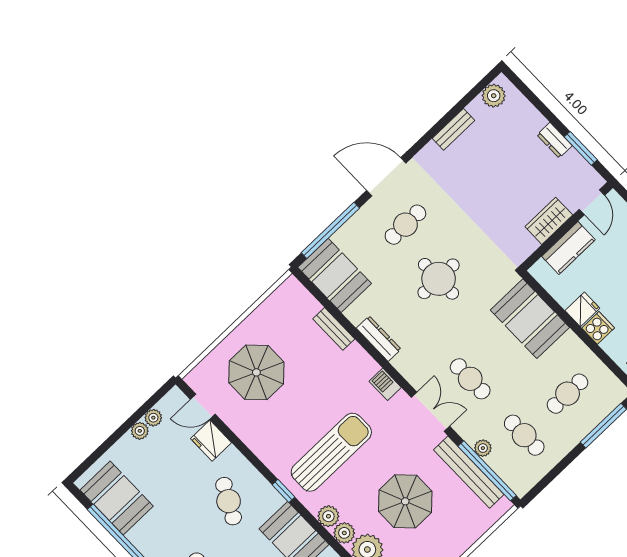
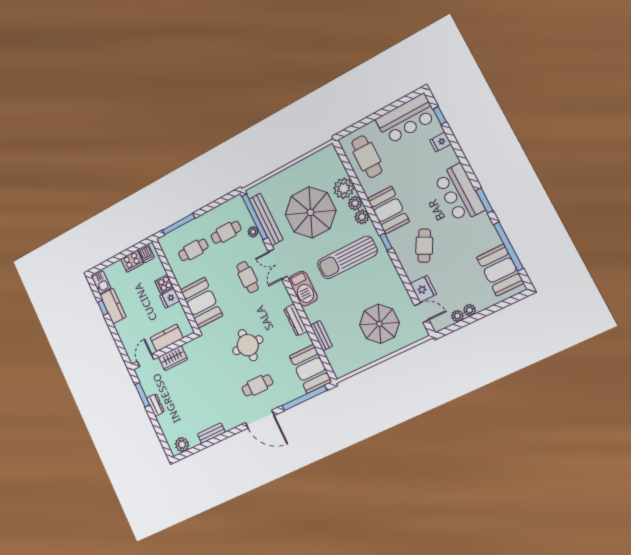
barbecue: (385, 384) -> (303, 289), width x1.88, depth x1.53
cafe table: (524, 435) -> (226, 232), turned 90
parasol: (405, 501) -> (310, 212), width x1.36, depth x1.36

